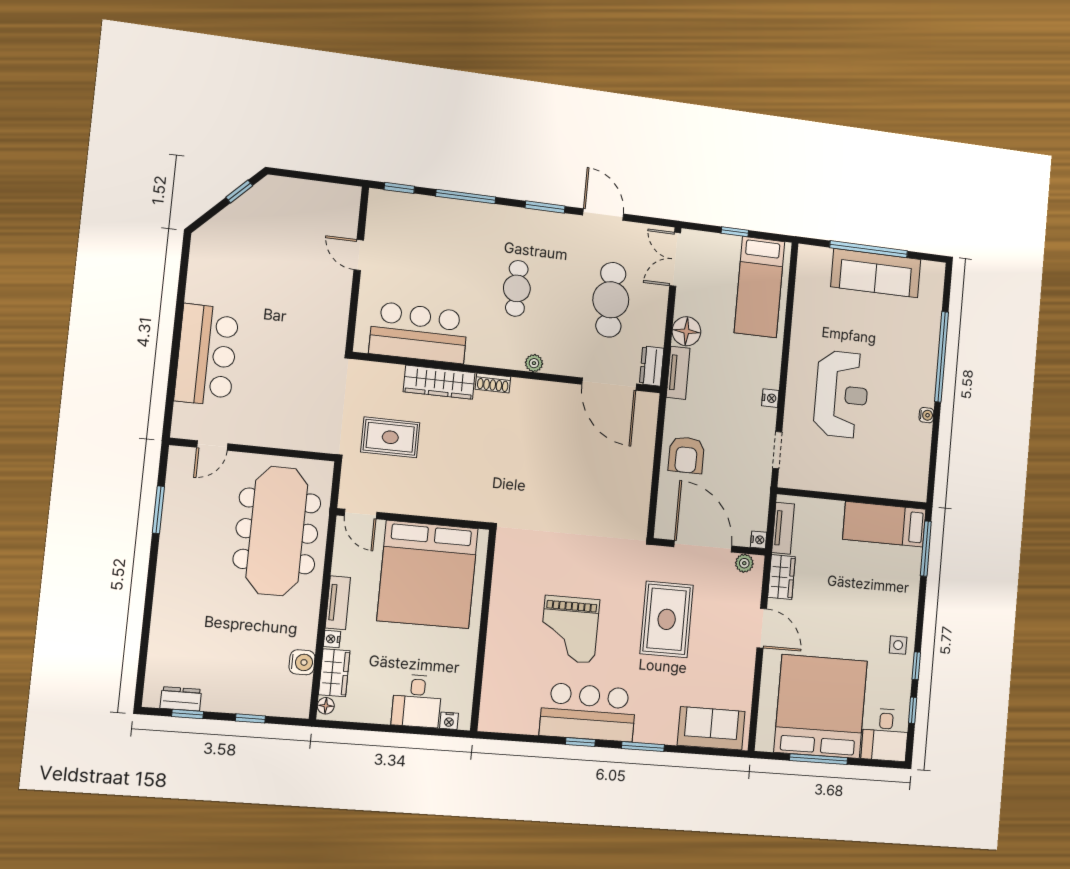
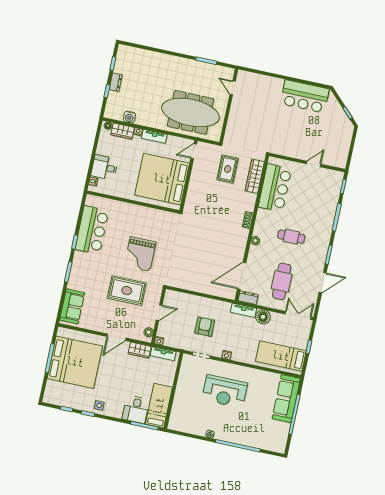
sofa: (876, 273) -> (286, 399), moved
cafe table: (611, 300) -> (282, 281), turned 90
bar counter: (207, 355) -> (305, 96), moved
wardrobe: (439, 382) -> (255, 176), moved
armchair: (686, 455) -> (205, 327), moved, turned 90
door: (703, 546) -> (159, 313), width x0.53
grand piano: (570, 629) -> (140, 254), moved, turned -90
dresser: (181, 699) -> (116, 82), moved
bar counter: (588, 712) -> (92, 230), moved
desk: (885, 735) -> (136, 409), moved, turned -90

